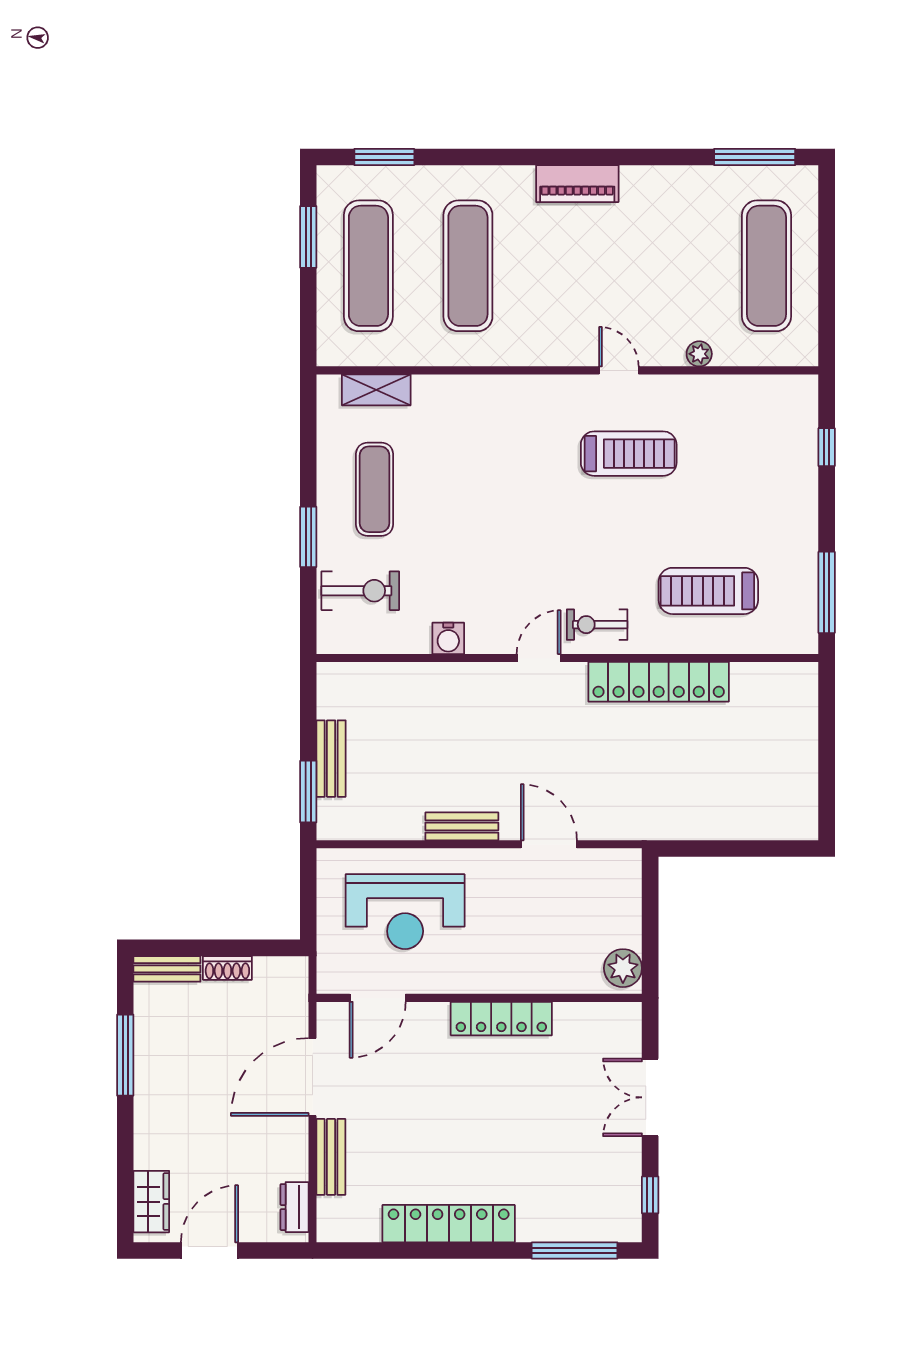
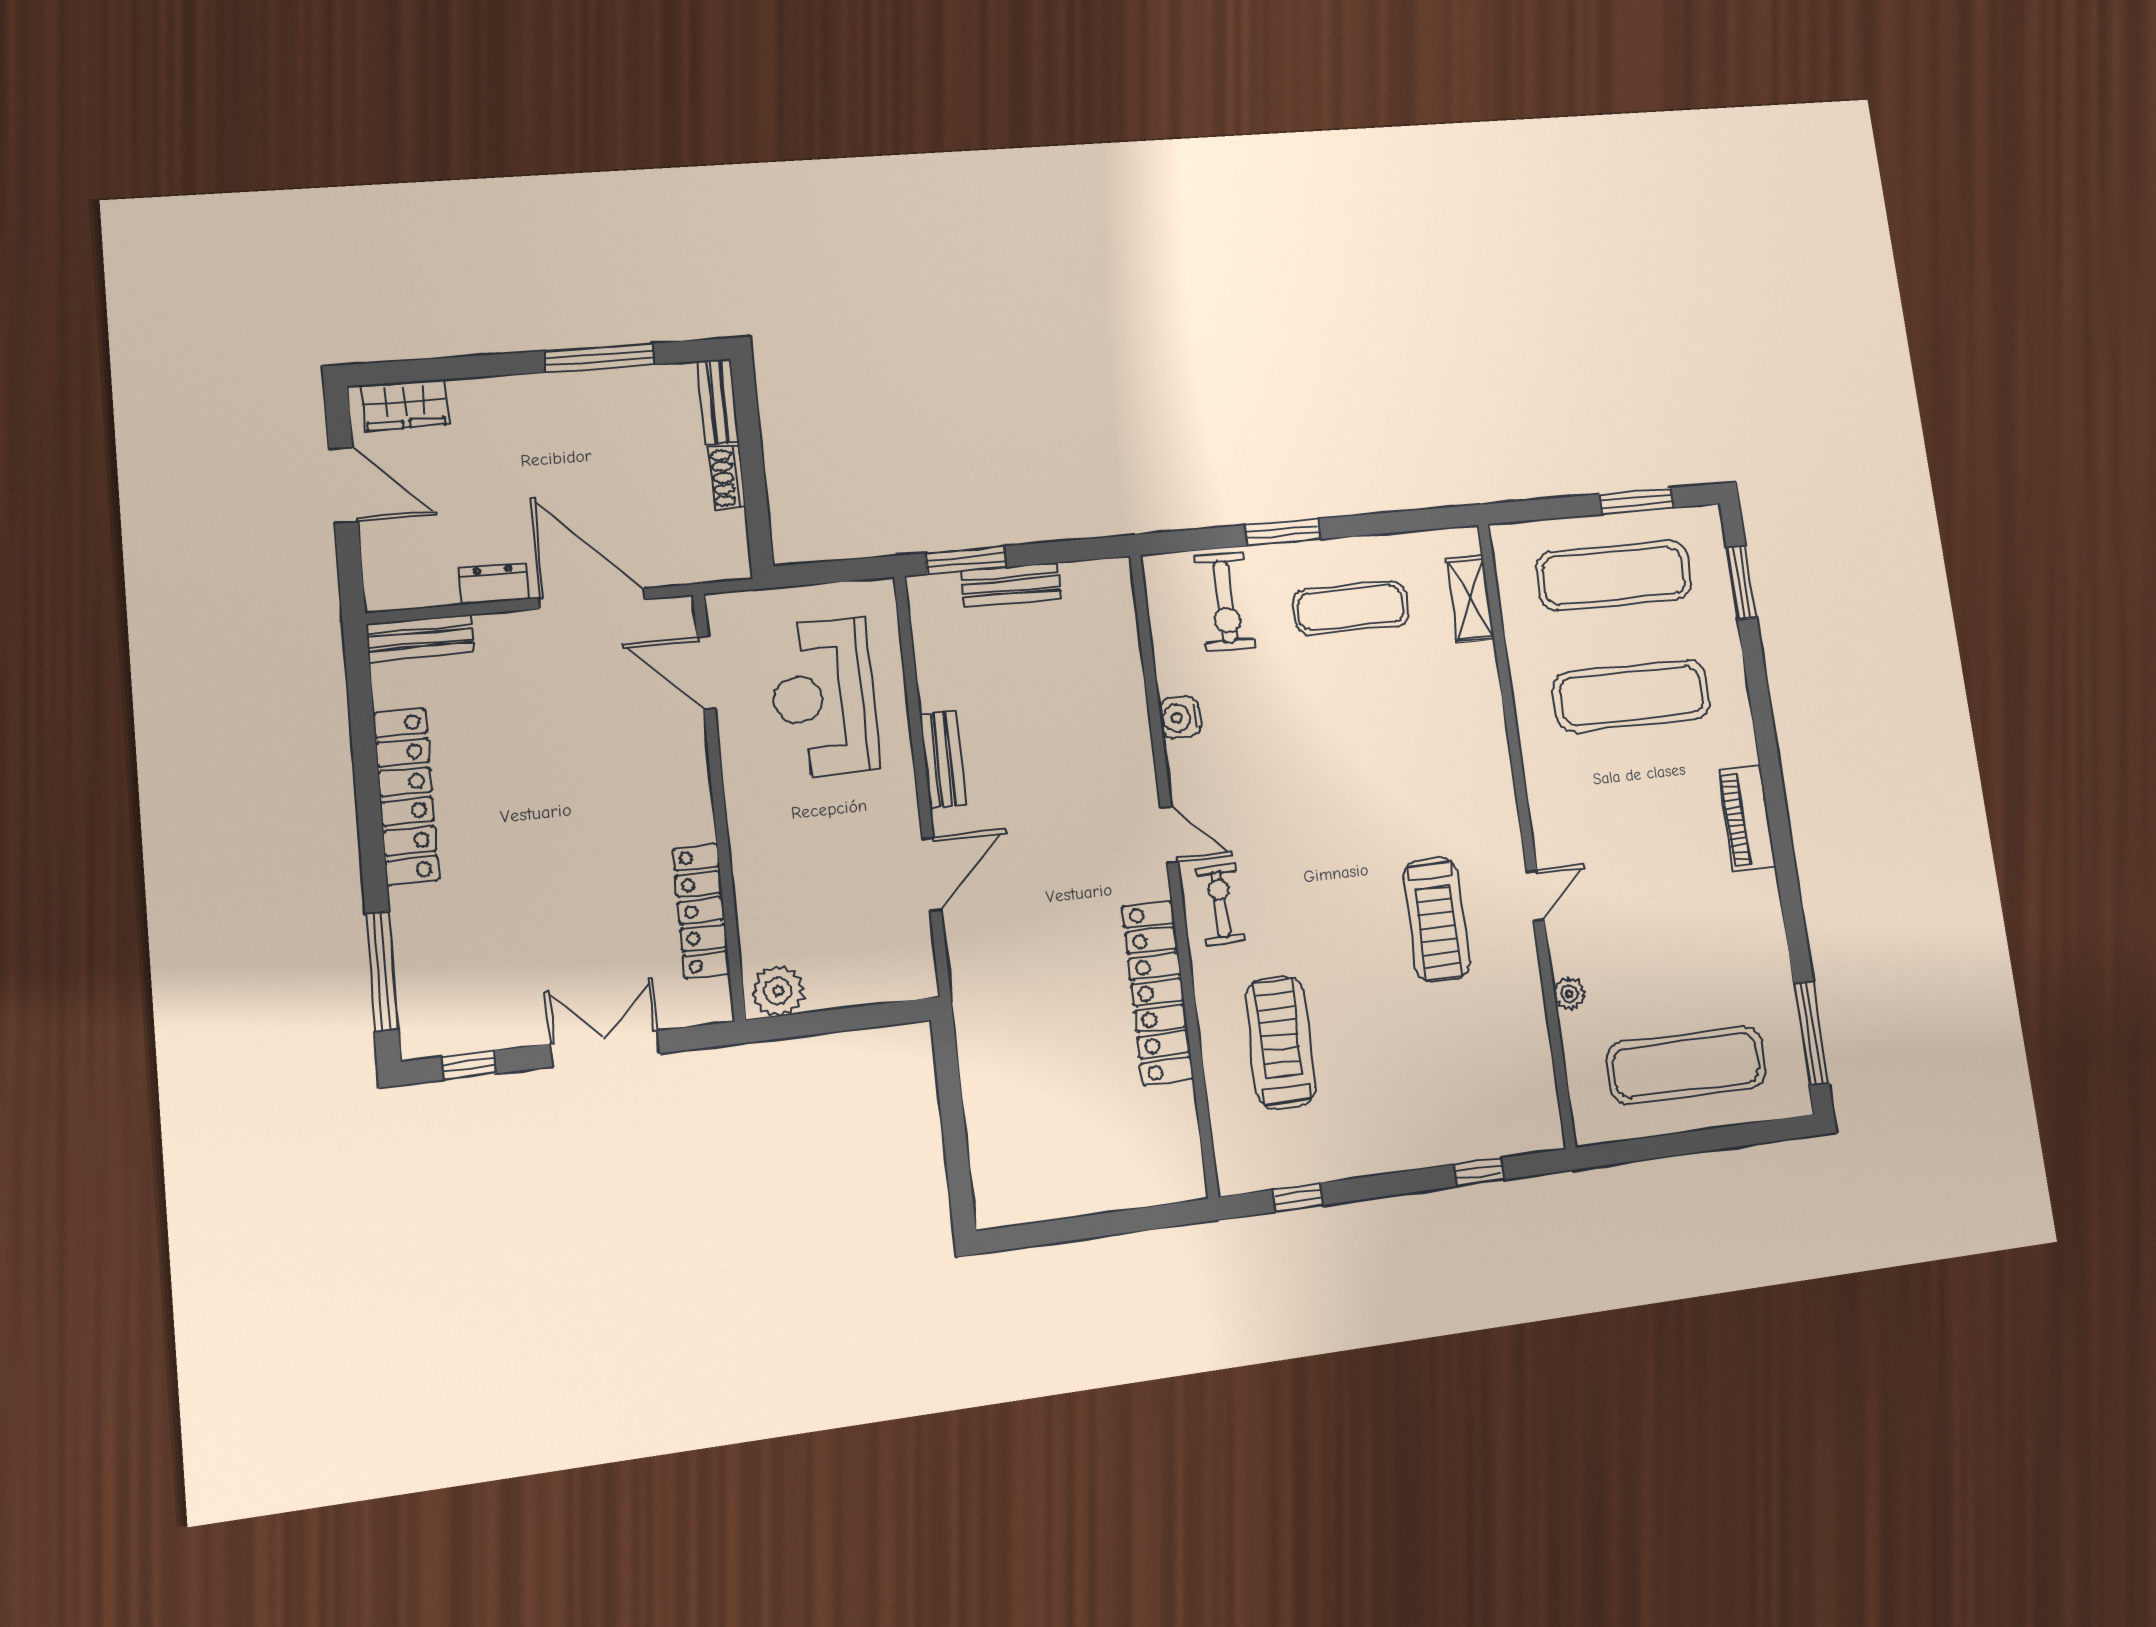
window: (827, 592) -> (1298, 1197), width x0.46
locker: (501, 1019) -> (701, 911), moved
bench: (331, 1157) -> (420, 638), moved
dresser: (295, 1207) -> (494, 584), moved

